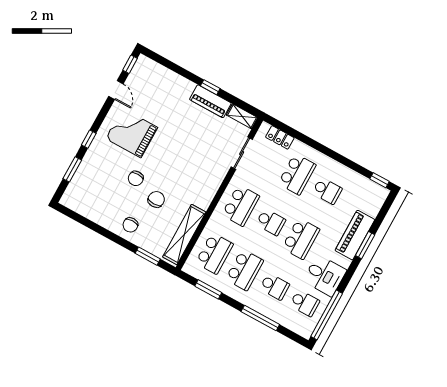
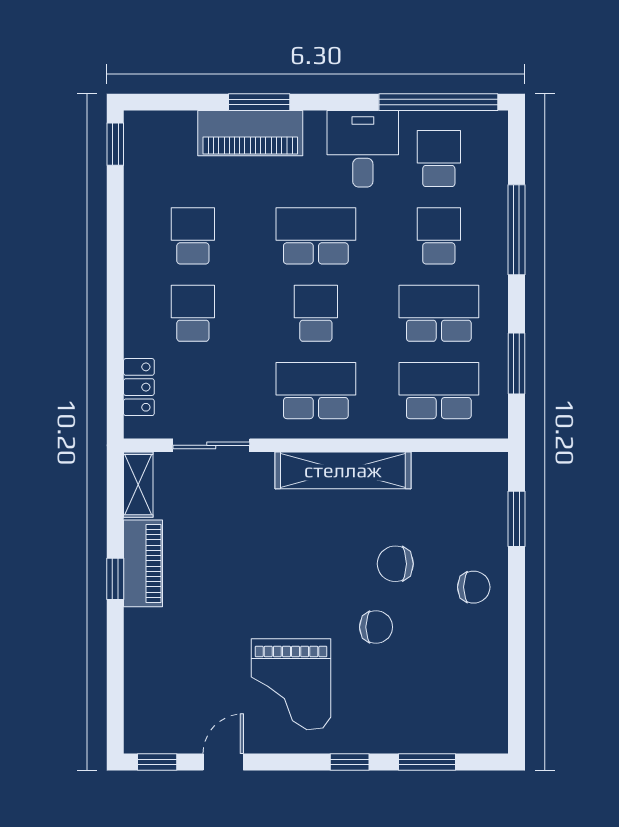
school desk: (297, 174) -> (193, 313), width x0.54
shelving: (184, 234) -> (343, 470), moved

